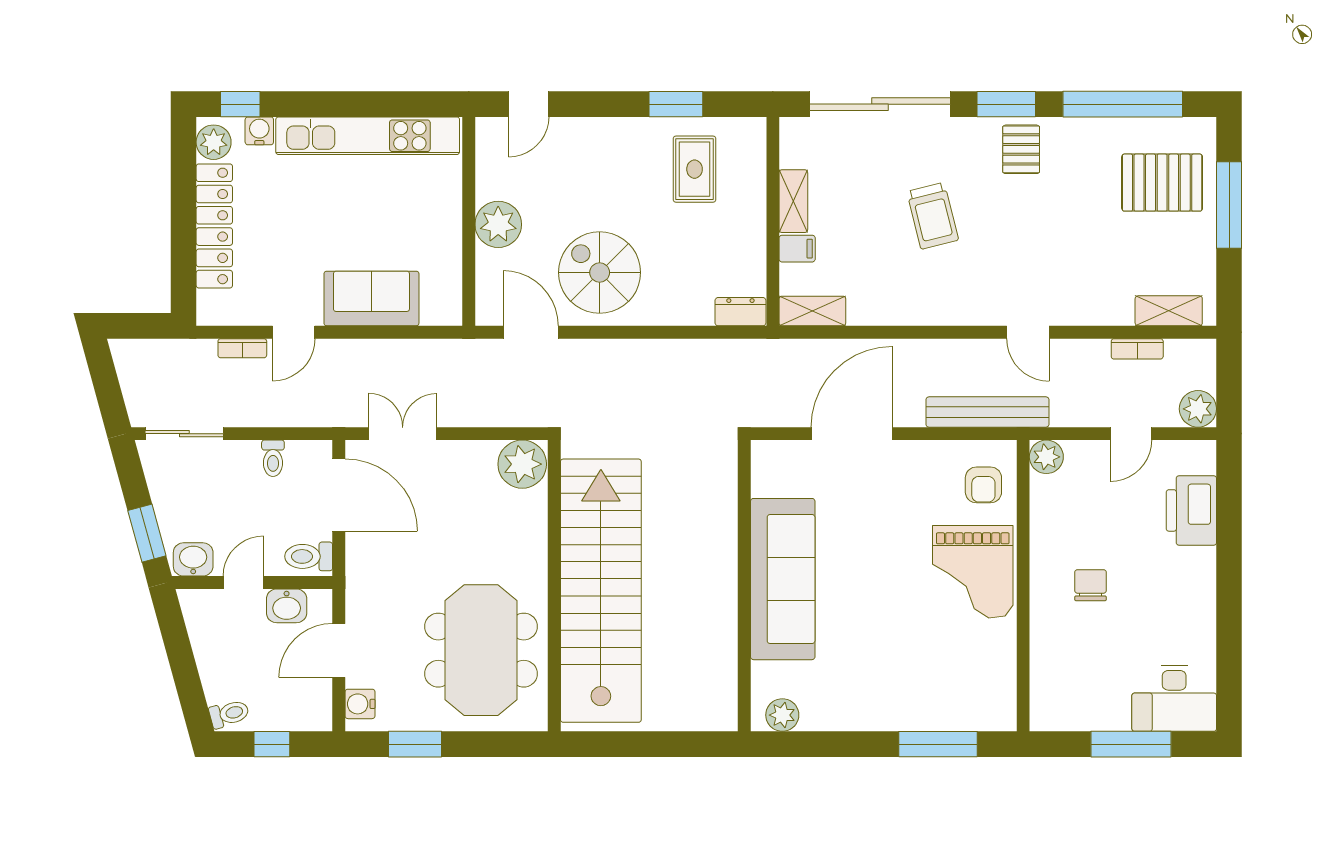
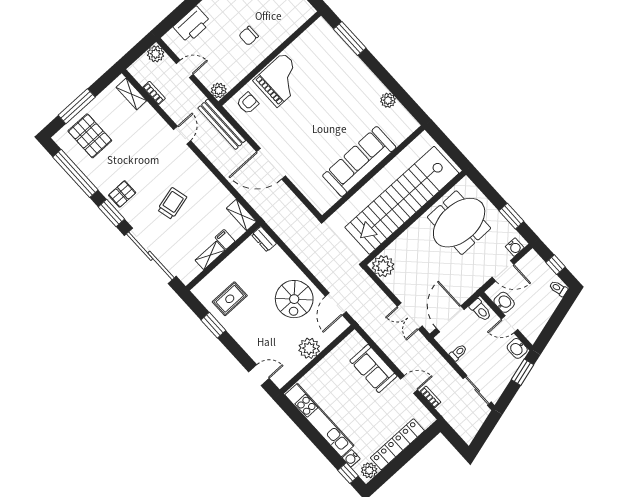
sofa: (783, 579) -> (359, 162), moved
wall: (744, 586) -> (373, 173), moved

